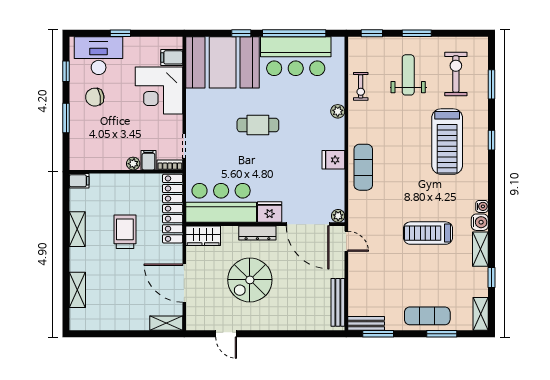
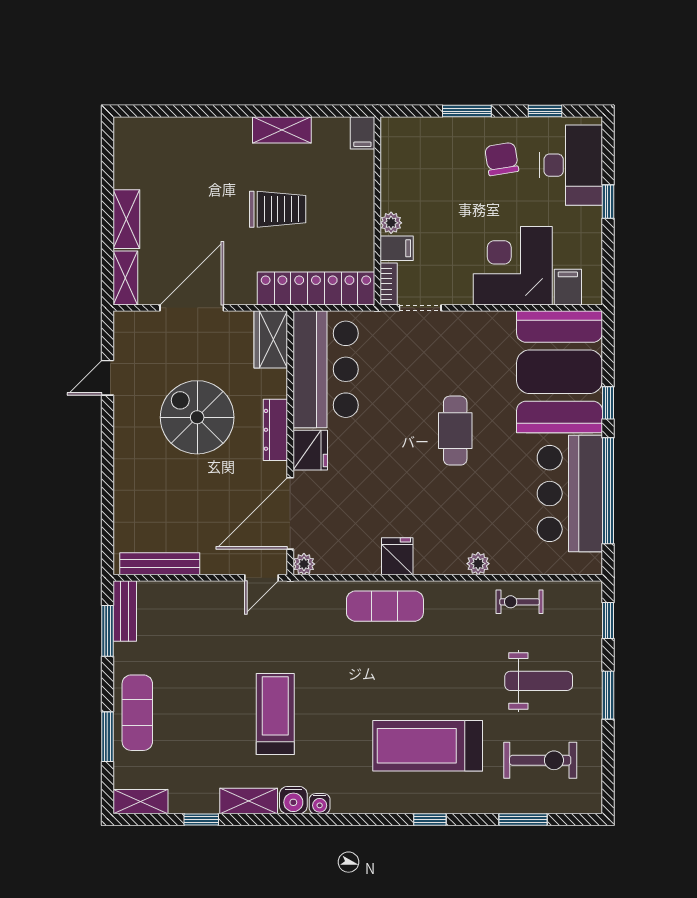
shelving: (77, 290) -> (126, 219), moved, turned 90

